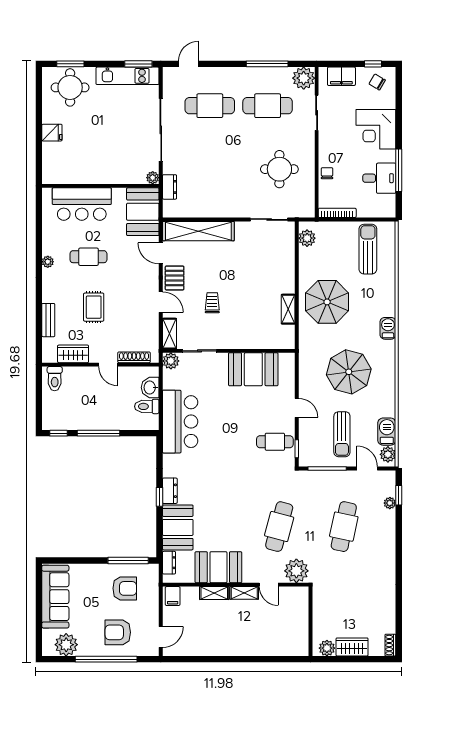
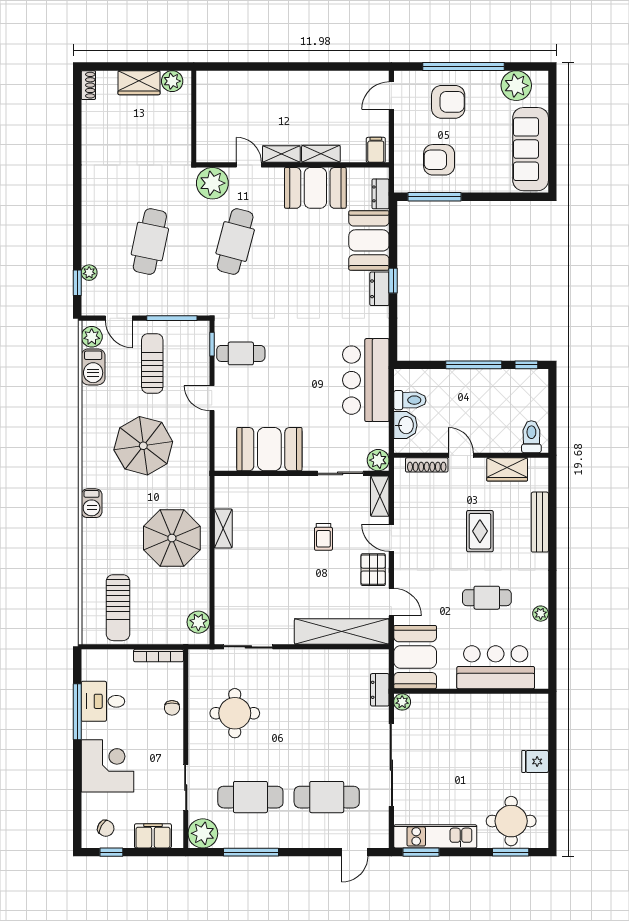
plant: (48, 262) -> (541, 614), moved
bench: (48, 320) -> (540, 522), width x1.36

